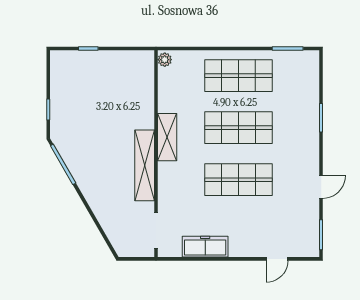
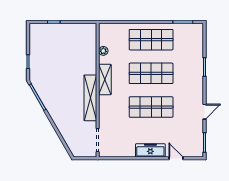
plant: (165, 60) -> (103, 51), moved
freezer: (205, 247) -> (150, 150), moved
door: (277, 259) -> (176, 158), swing flipped

